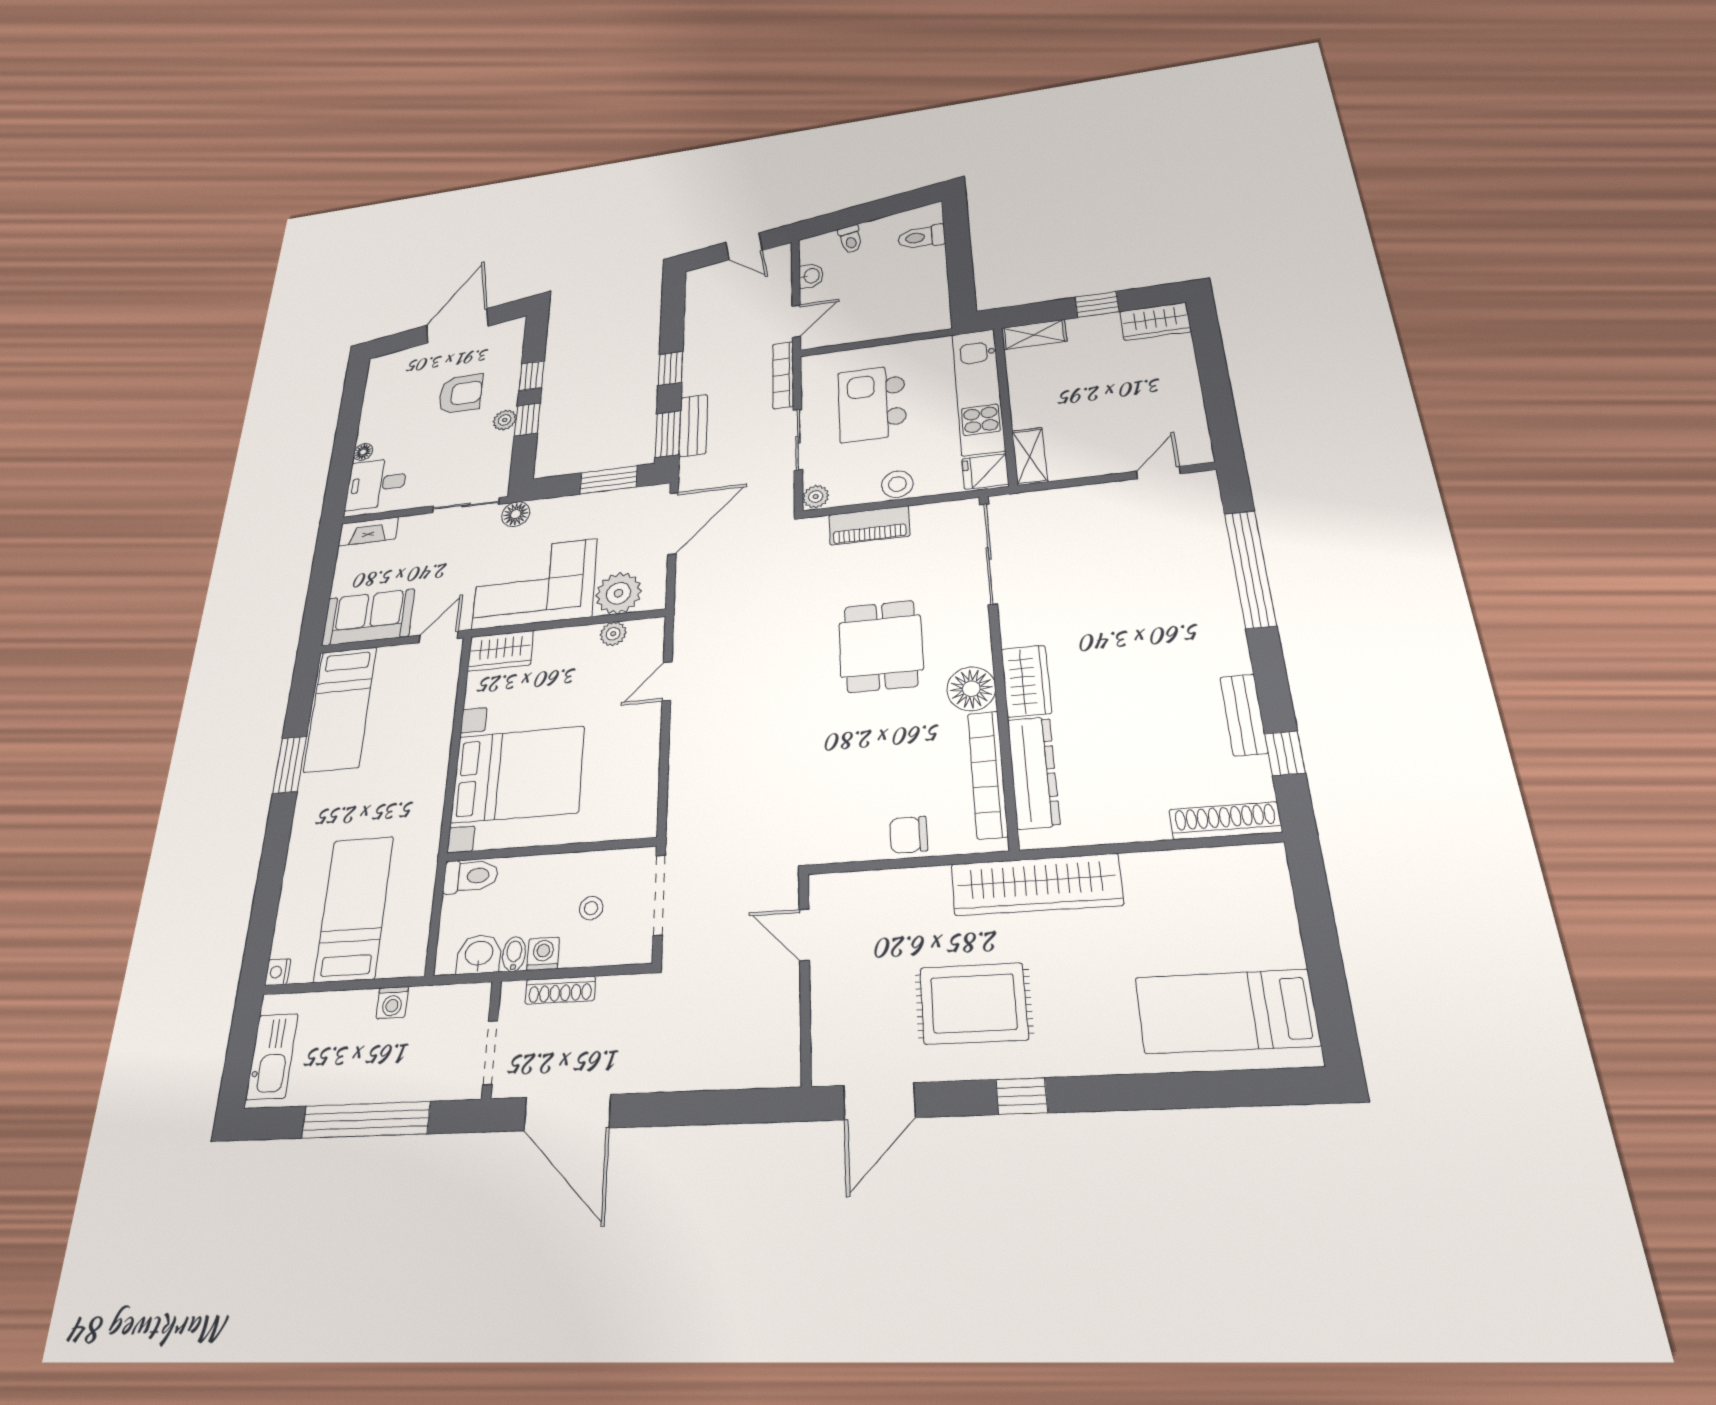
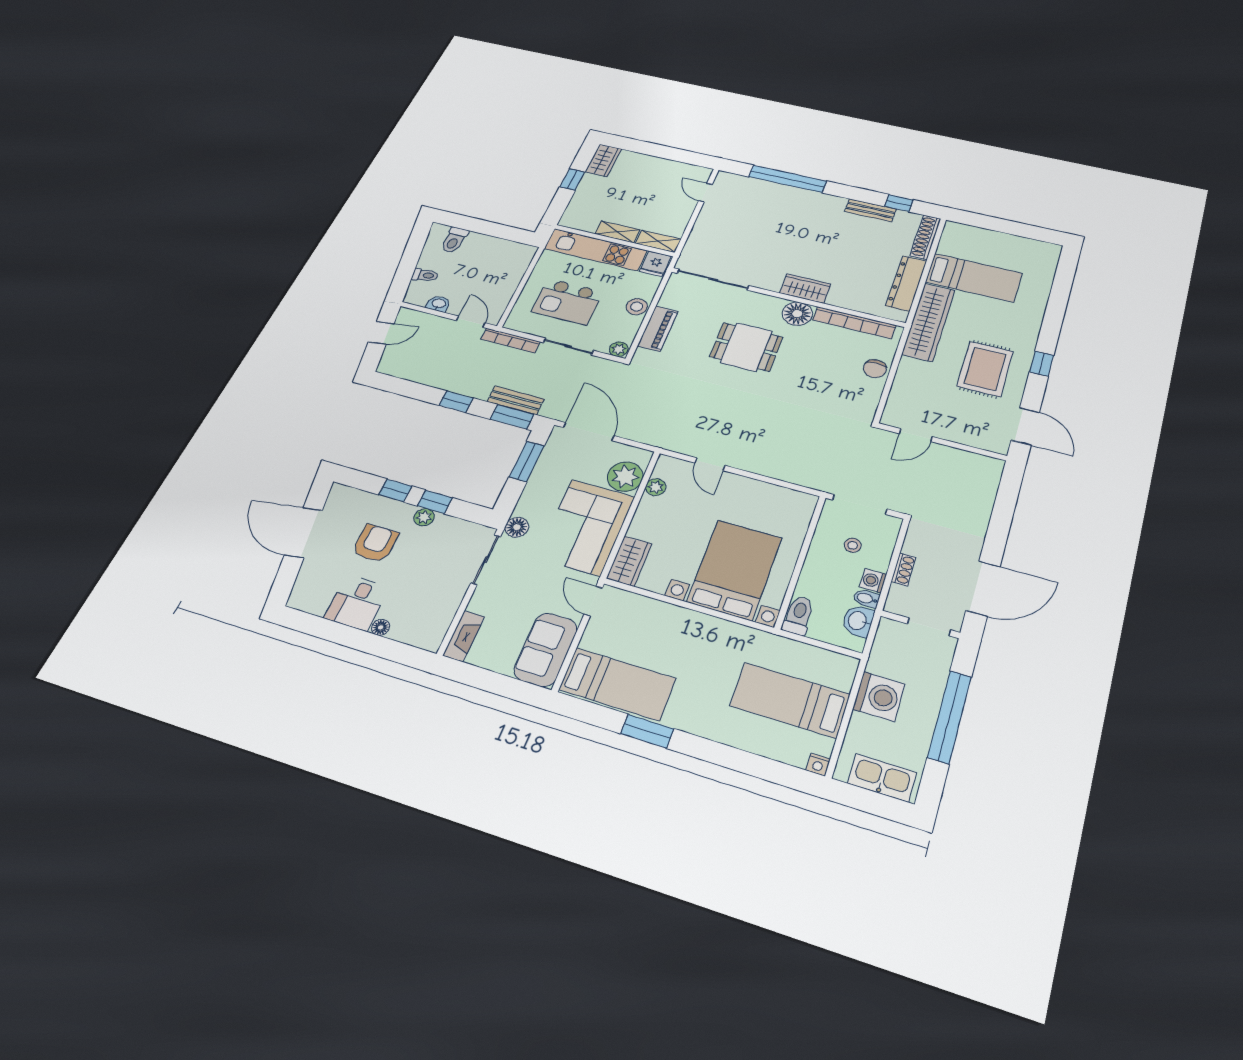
shelving: (1034, 335) -> (617, 232), moved, turned 90
desk: (376, 484) -> (357, 603), moved
dresser: (1033, 772) -> (906, 283), moved, turned -90
shoe rack: (560, 990) -> (904, 569), width x0.70
washing machine: (392, 1003) -> (879, 697), width x1.89, depth x1.89
bed: (1226, 1011) -> (974, 278), moved, turned -90

